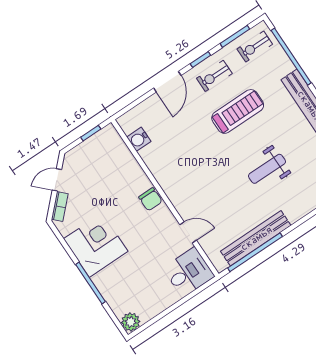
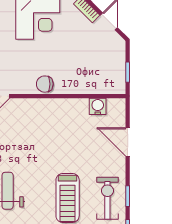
exercise bike: (214, 76) -> (107, 198), width x1.38, depth x1.39
door: (167, 82) -> (128, 142), moved

